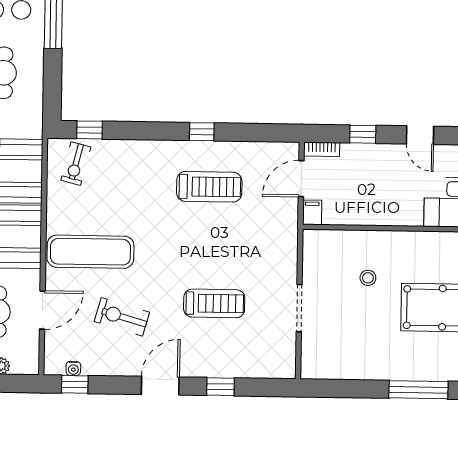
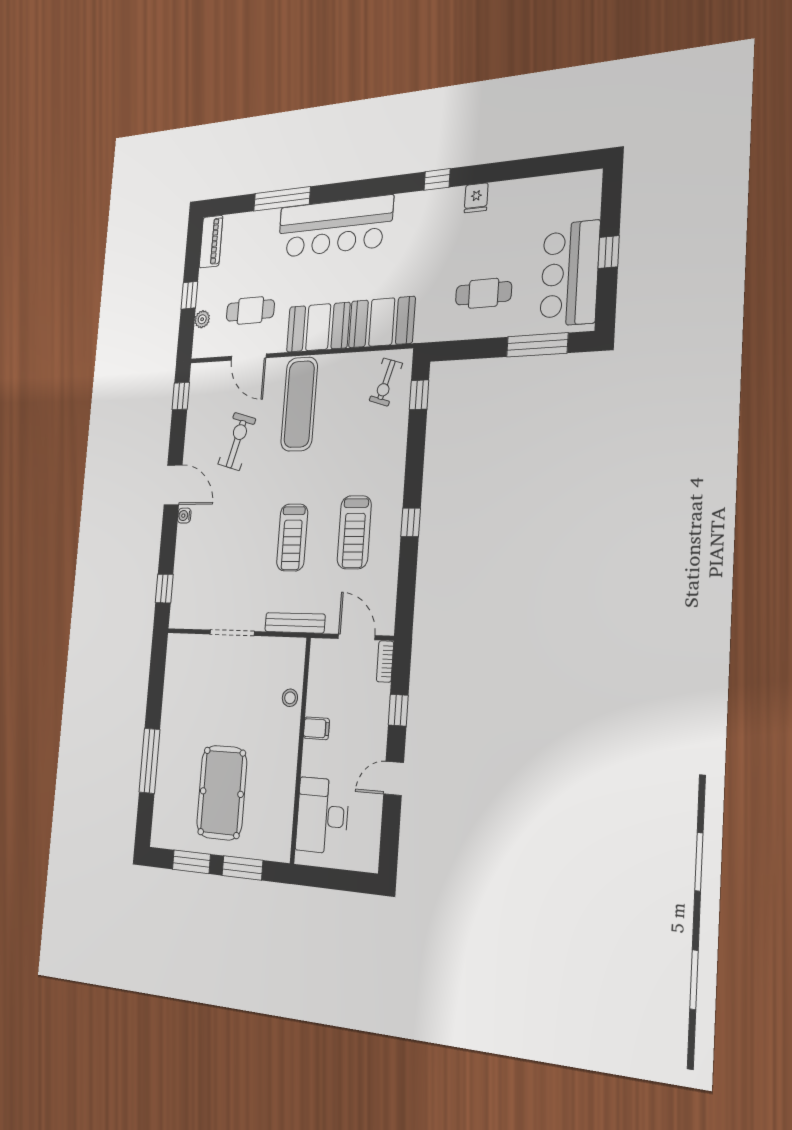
exercise bike: (76, 164) -> (386, 382), turned -87
filing cabinet: (312, 212) -> (316, 728), moved
bench: (289, 242) -> (295, 623), added
stool: (368, 278) -> (290, 698), moved
treadmill: (214, 303) -> (292, 537), moved
water cooler: (73, 368) -> (184, 516), moved
window: (221, 387) -> (164, 588), moved

